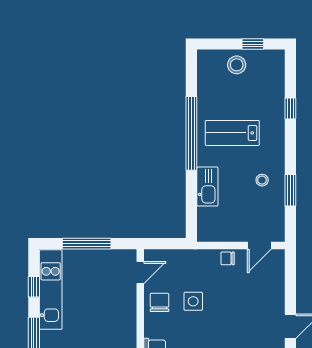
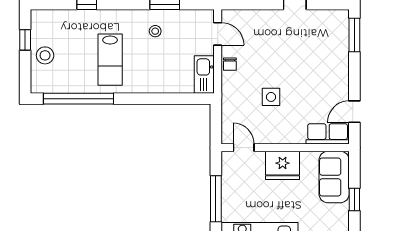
window: (191, 133) -> (79, 99), moved
kitchen sink: (207, 187) -> (204, 74), moved, turned -90
chair: (159, 302) -> (272, 129), removed
fridge: (122, 313) -> (283, 165), added

